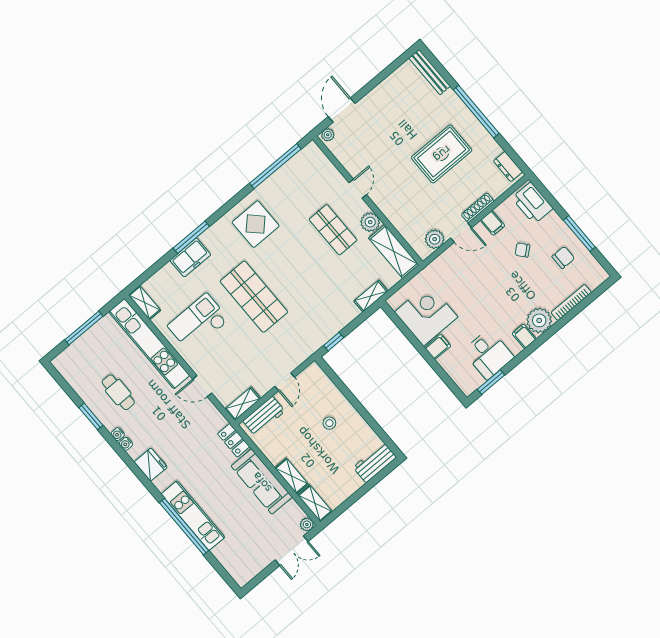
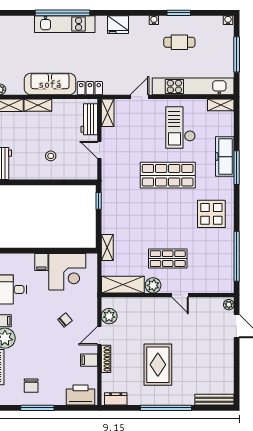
chair: (522, 250) -> (65, 320), moved
freezer: (190, 257) -> (225, 157), width x1.40
checkout: (198, 323) -> (180, 127), turned 180
water cooler: (126, 444) -> (228, 20), moved

